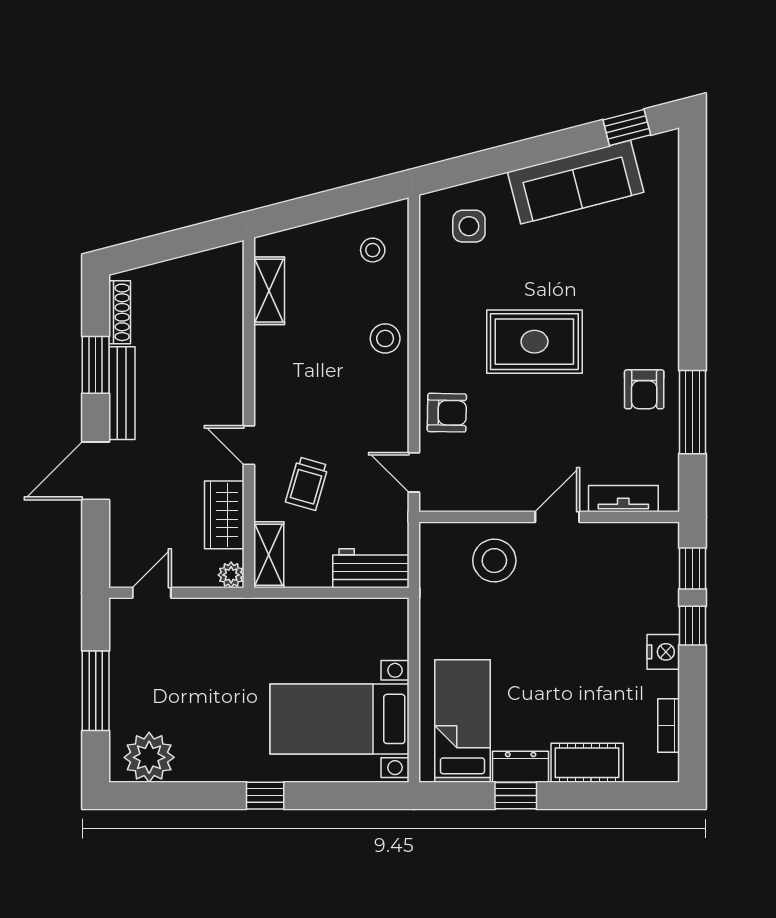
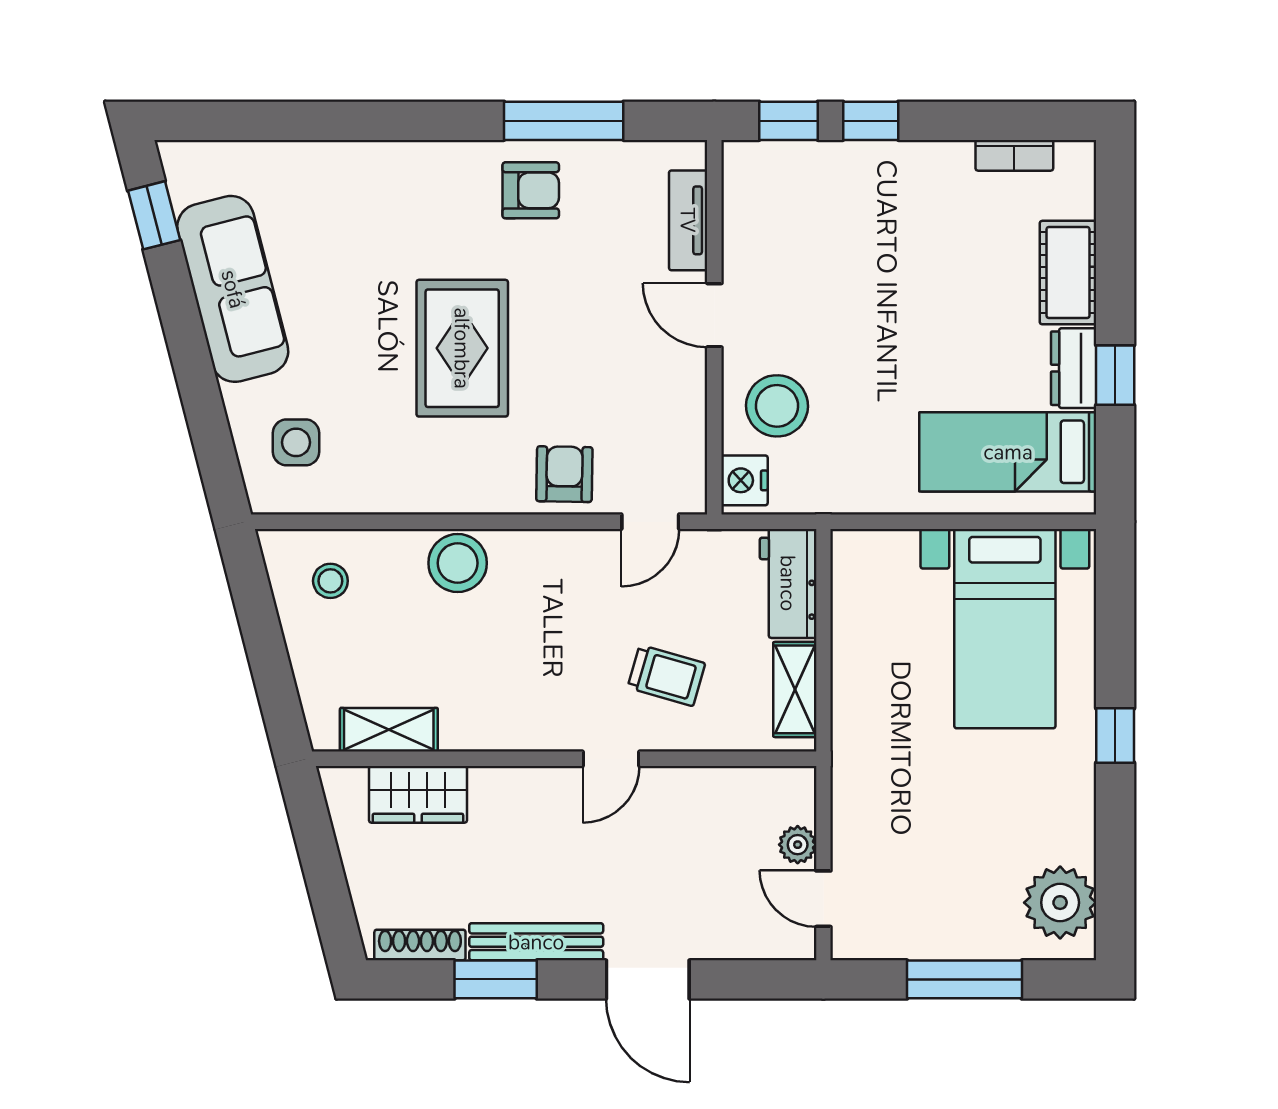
stool: (385, 338) -> (458, 563), width x1.38, depth x1.38
wardrobe: (224, 515) -> (418, 794), moved
shelving: (269, 555) -> (795, 689), moved, turned 90
plant: (231, 575) -> (798, 845), moved
nightstand: (663, 652) -> (744, 480), moved, turned -90

